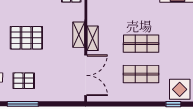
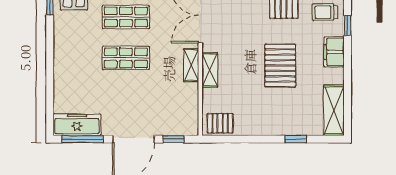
pallet: (26, 38) -> (280, 66), turned 90

